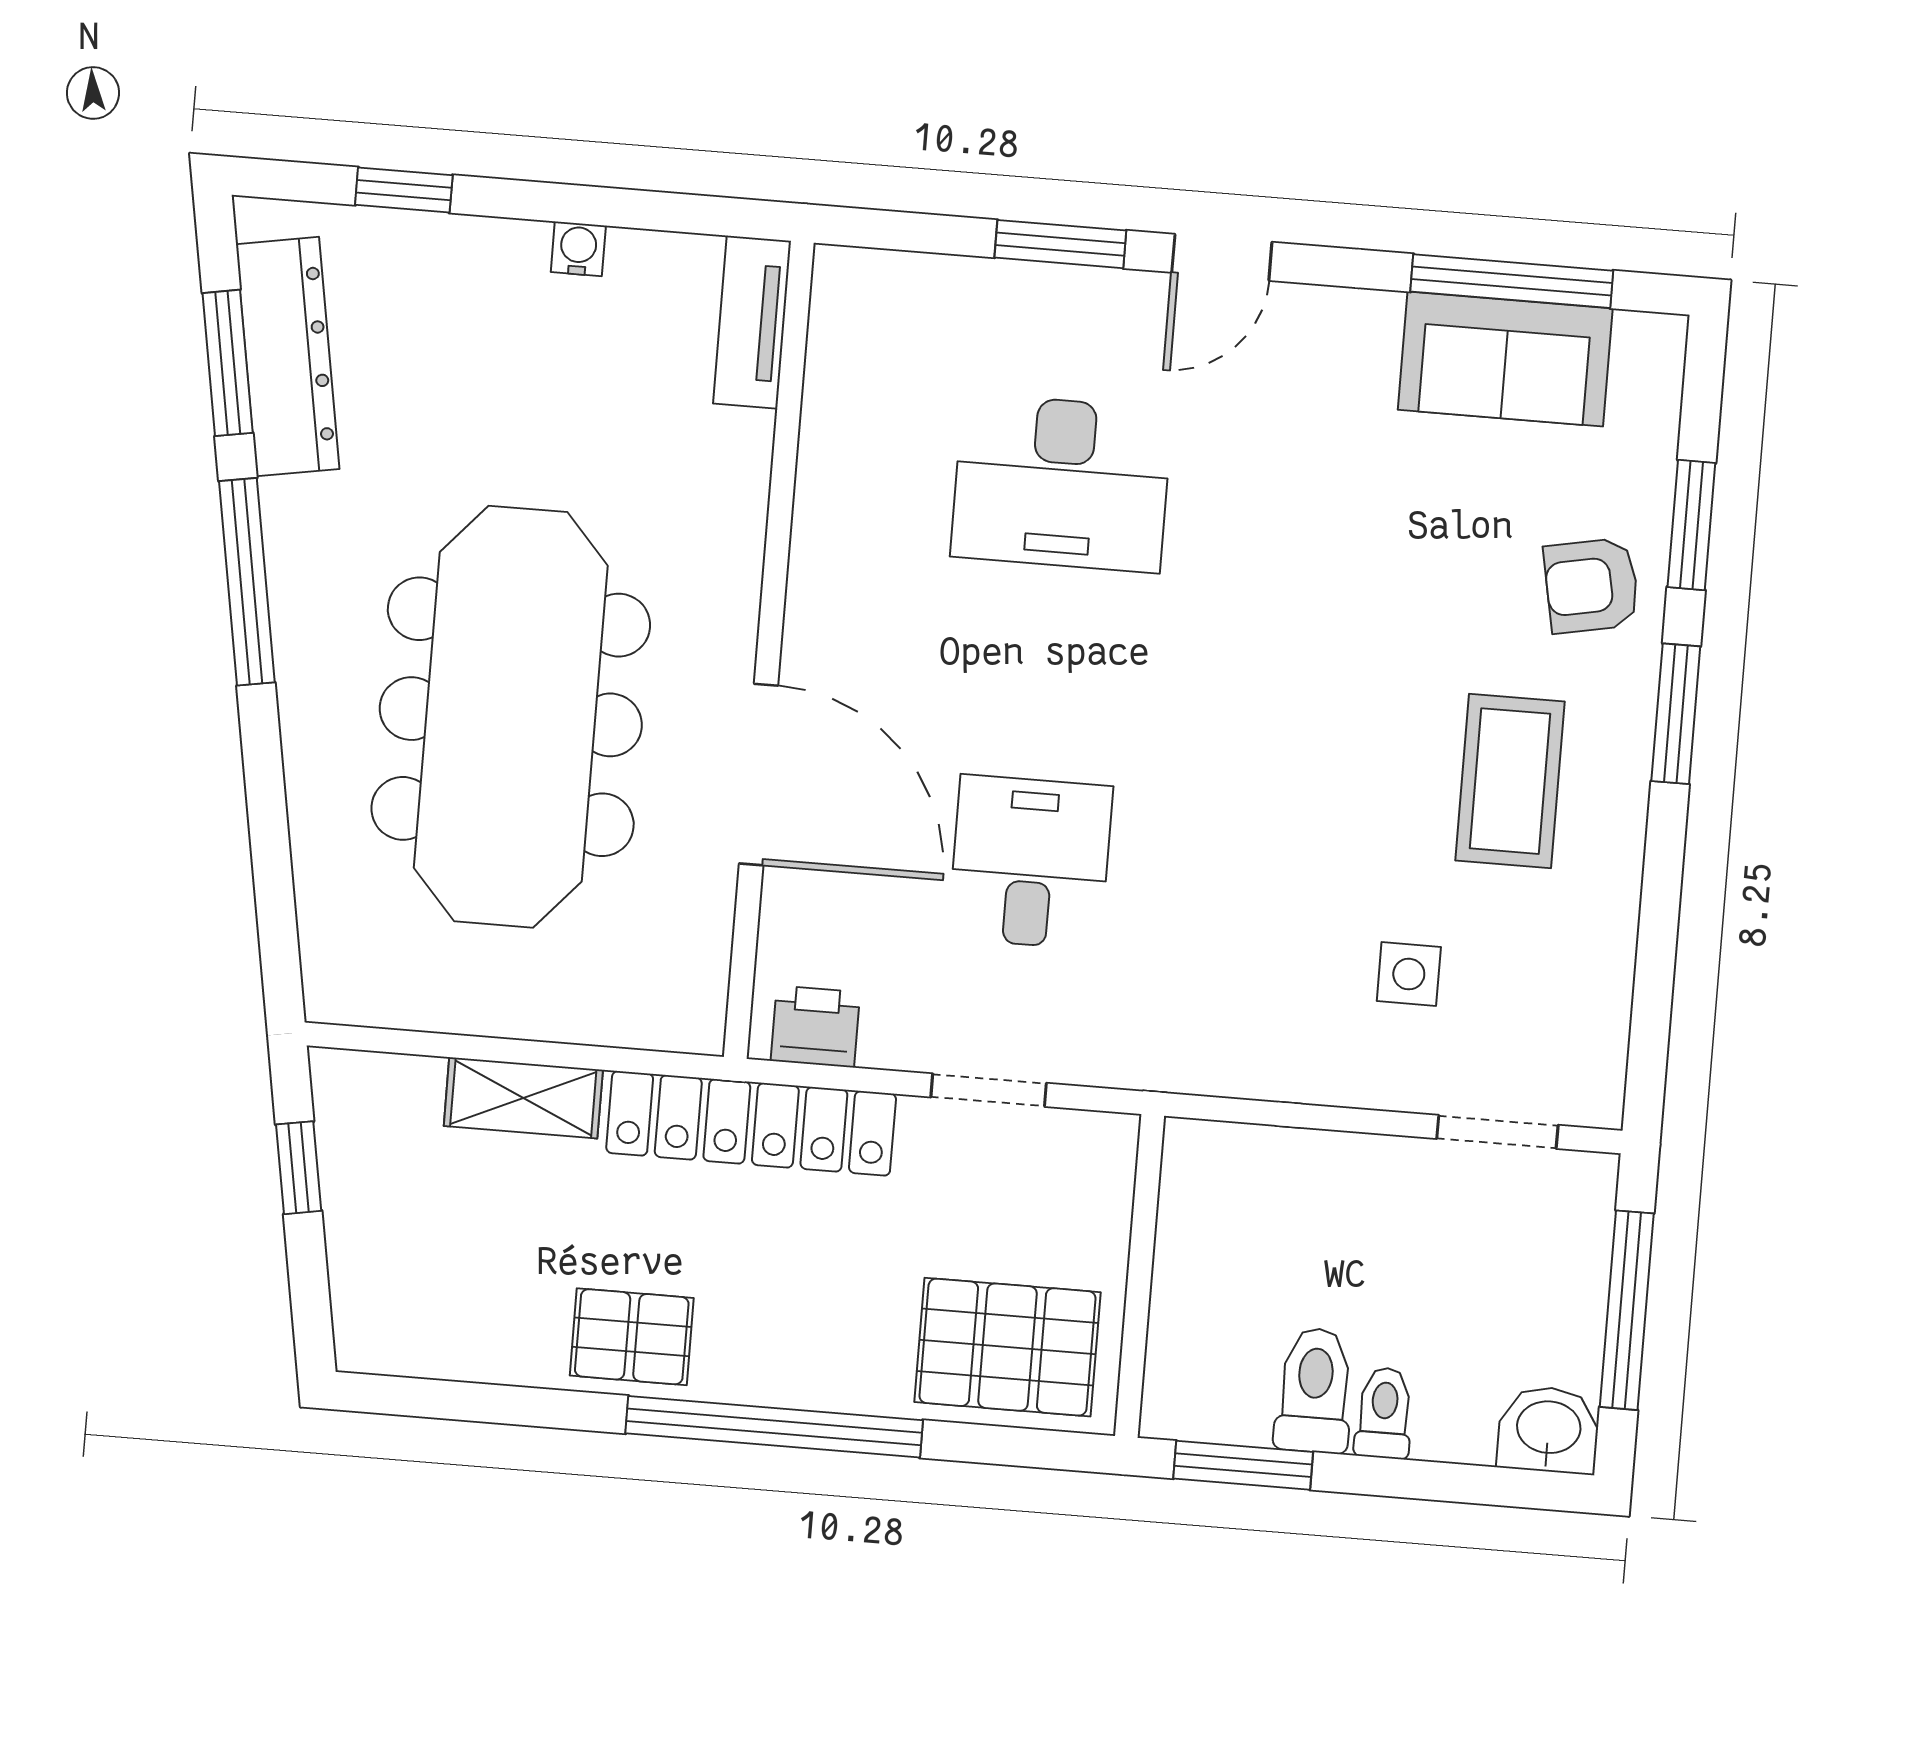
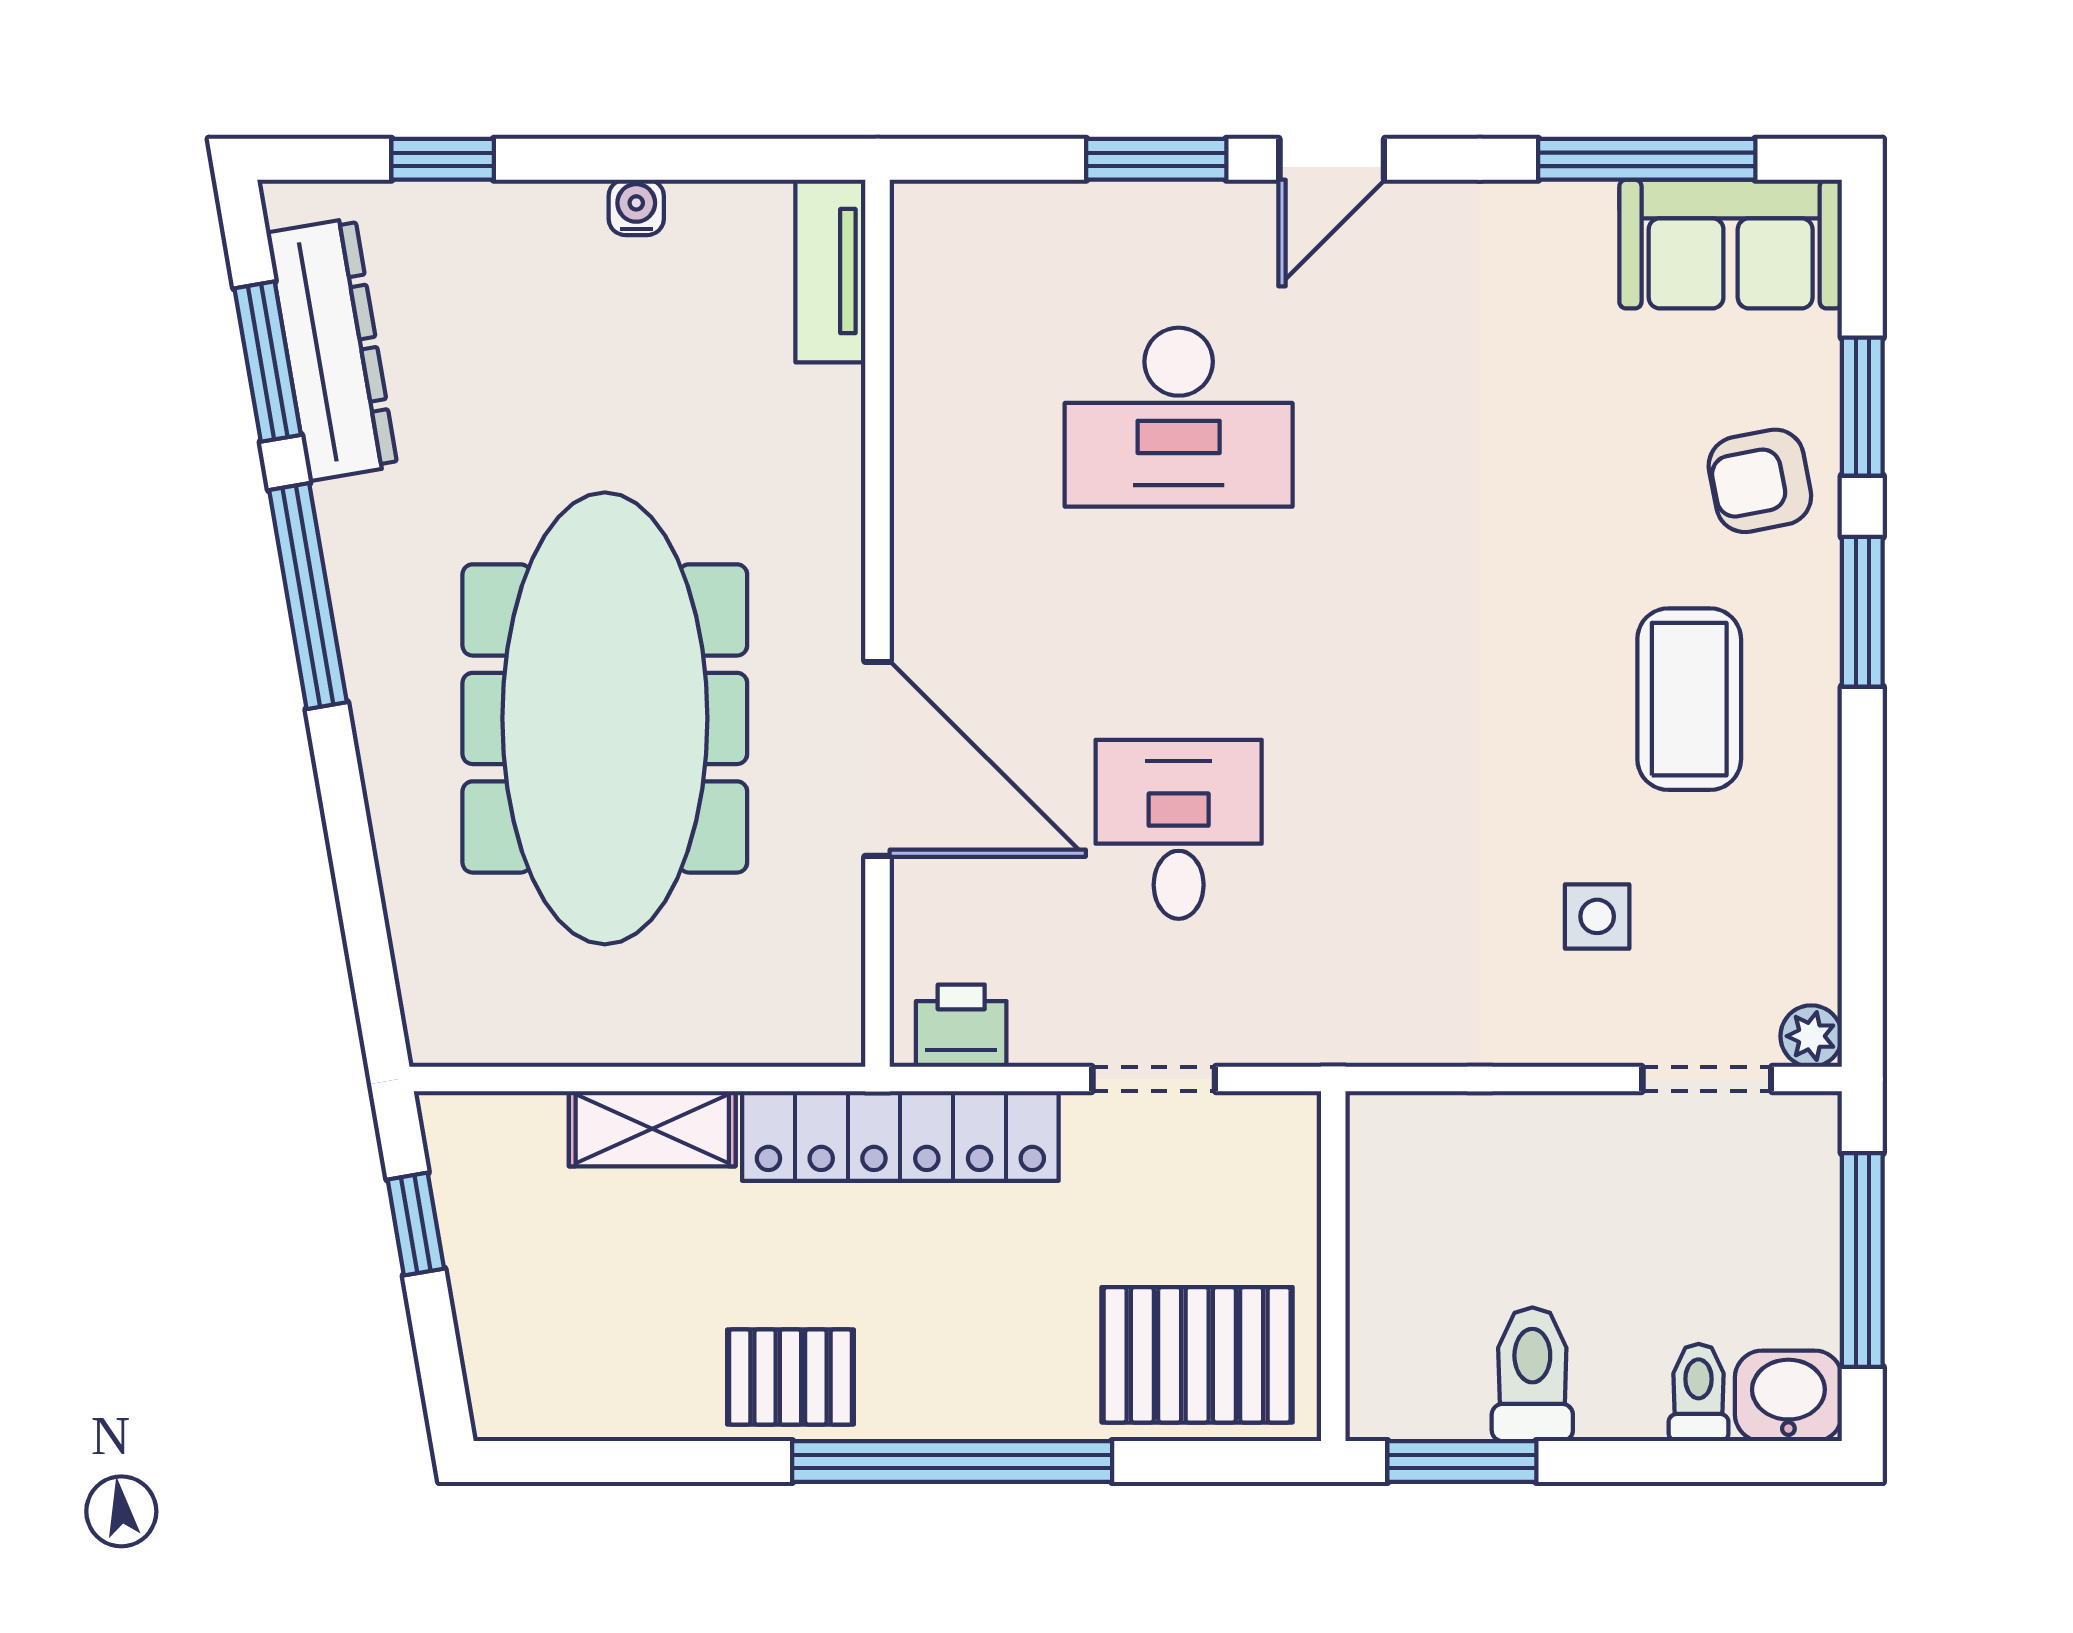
sofa: (1505, 359) -> (1731, 244), moved
plant: (1597, 1100) -> (1811, 1036), added
toilet: (1384, 1413) -> (1699, 1393), moved

